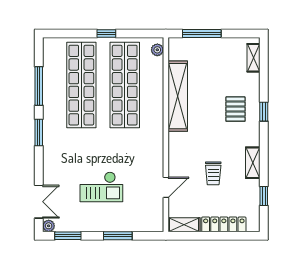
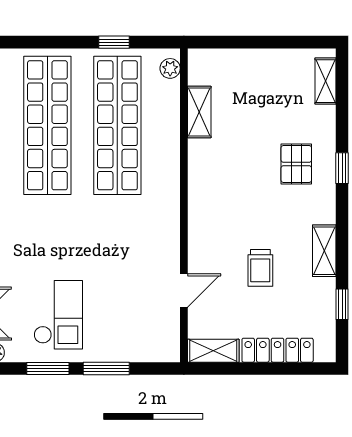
window: (106, 34) -> (114, 42), moved
window: (202, 34) -> (242, 42), removed
shelving: (178, 96) -> (199, 112), width x0.45, depth x0.75
checkout: (101, 187) -> (58, 315), moved, turned -90
window: (68, 236) -> (48, 368), moved

